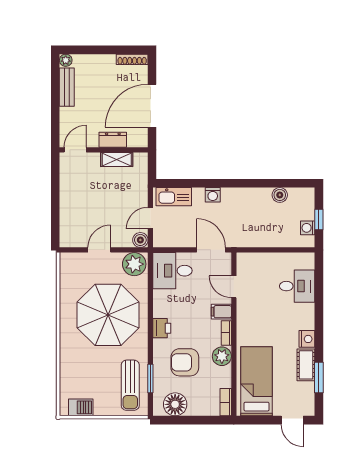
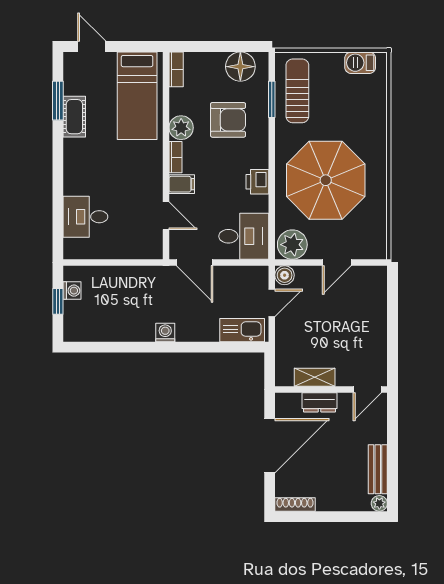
washing machine: (213, 195) -> (165, 333), moved
boiler: (280, 195) -> (108, 332), removed
printer: (162, 328) -> (257, 182), moved
nightstand: (307, 339) -> (73, 150), removed

